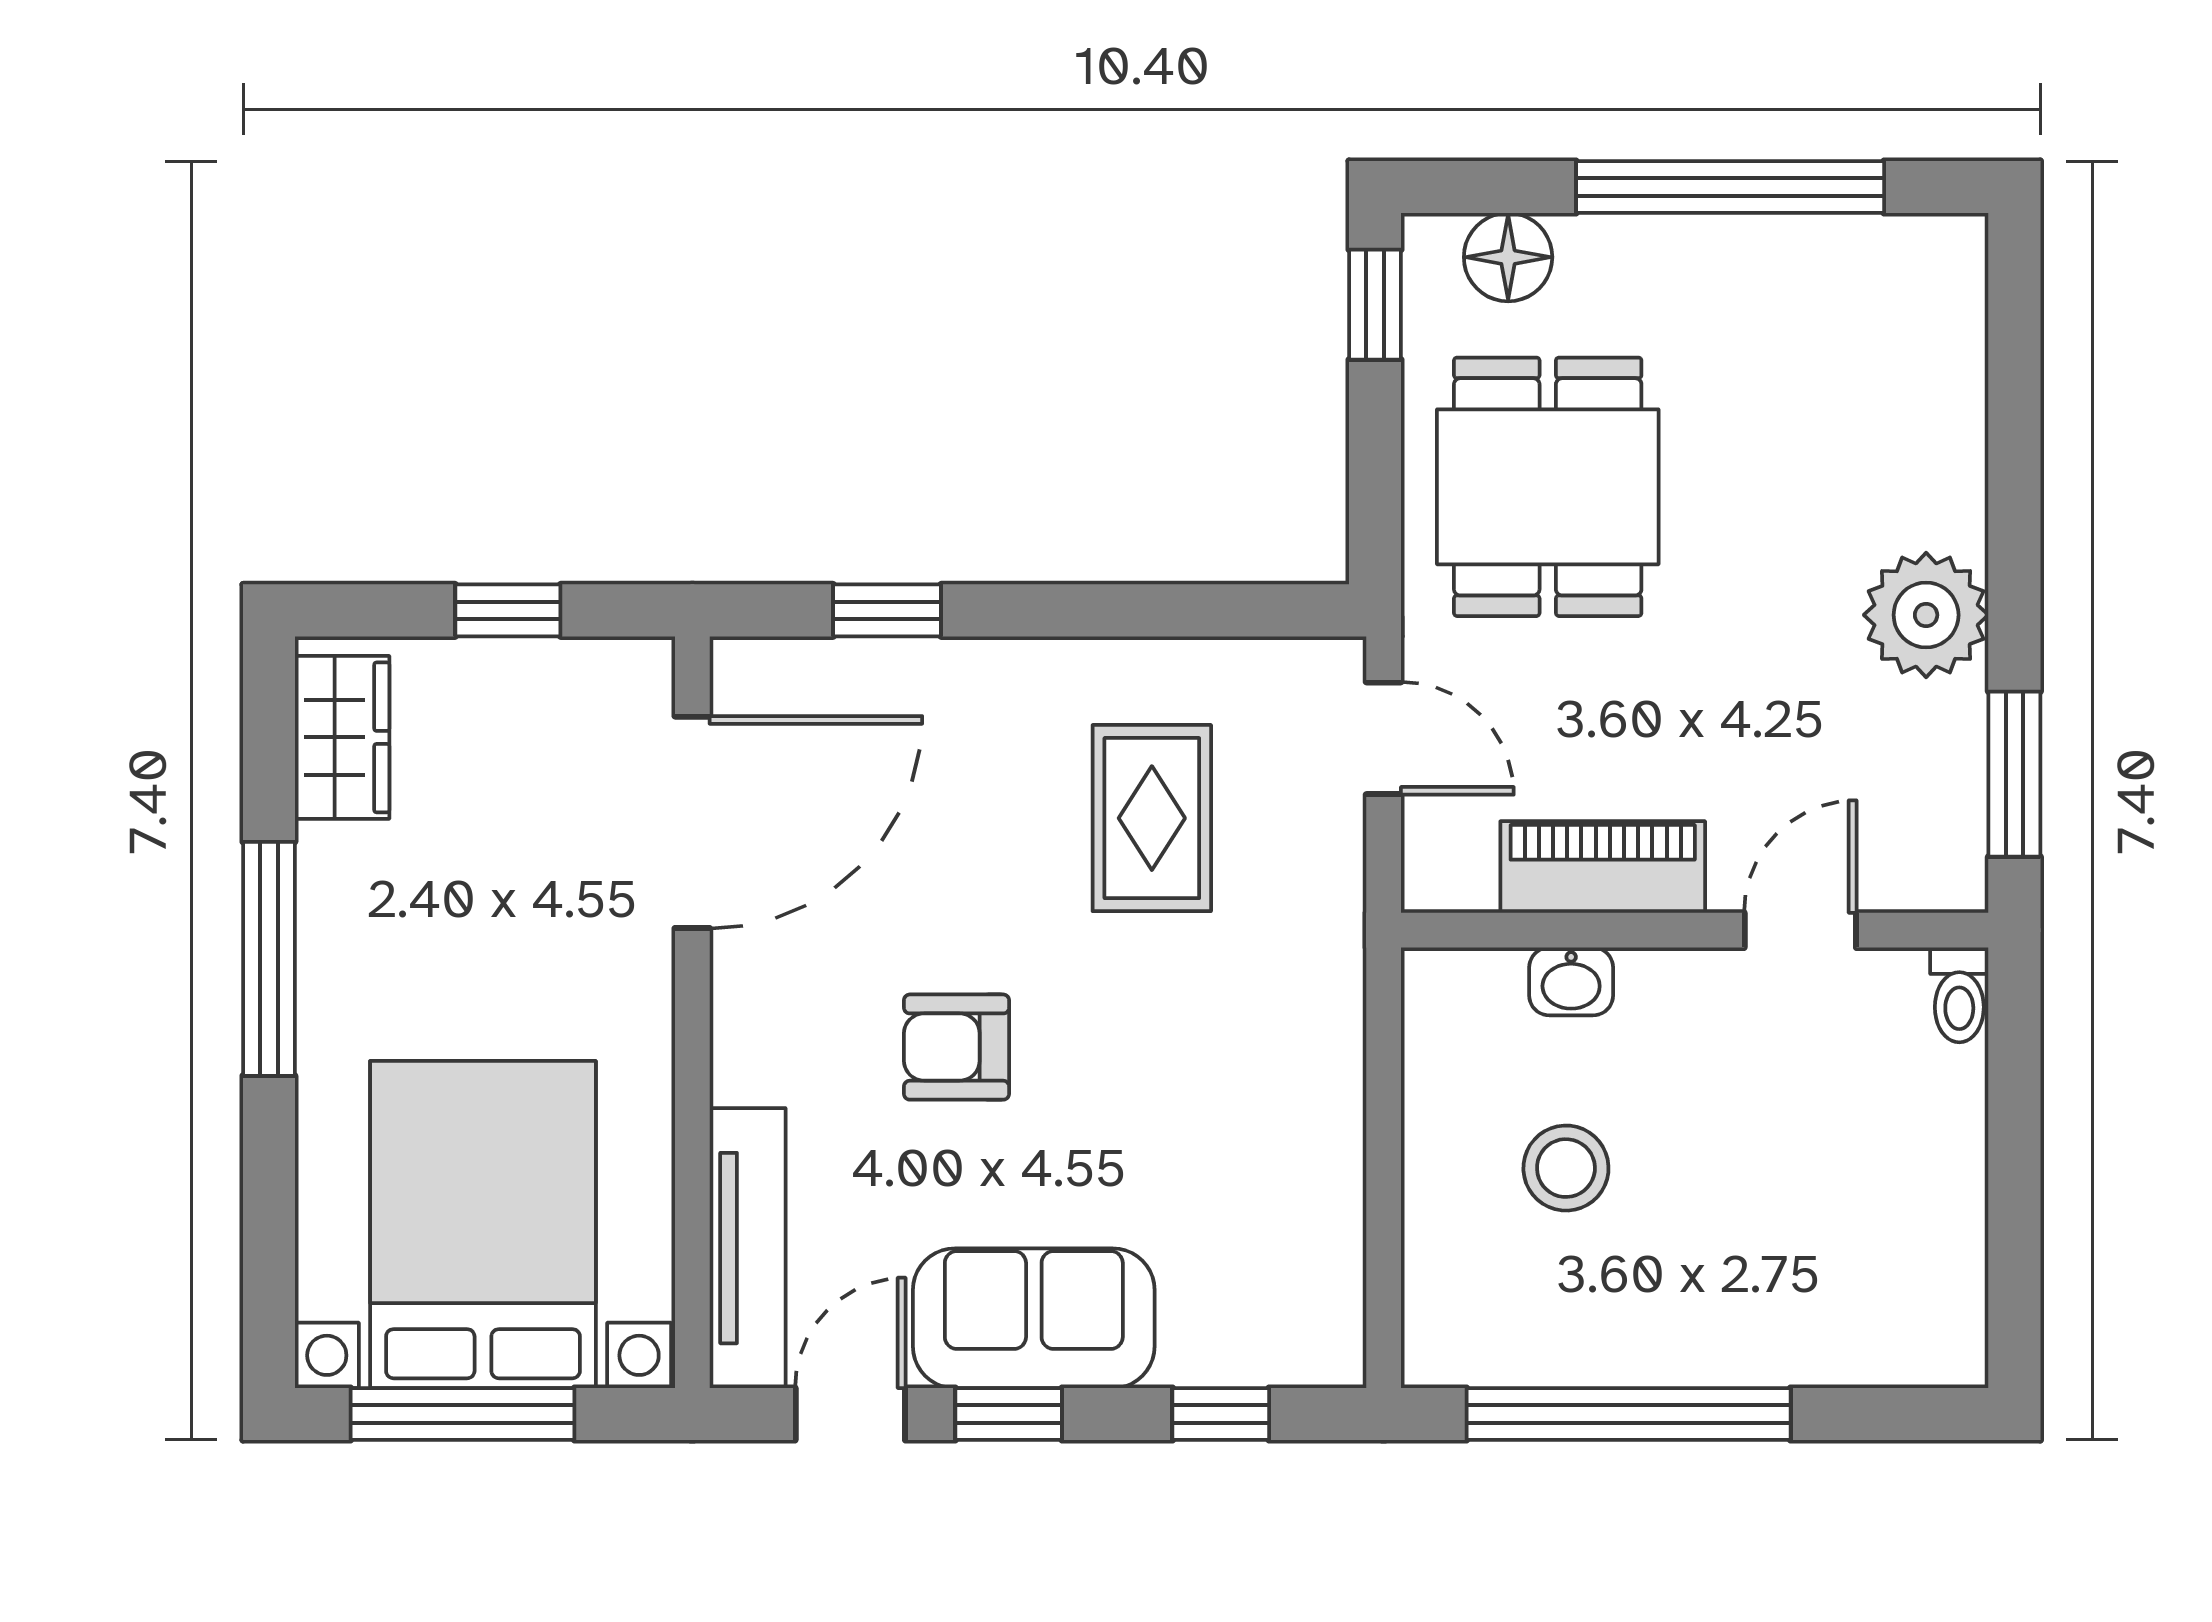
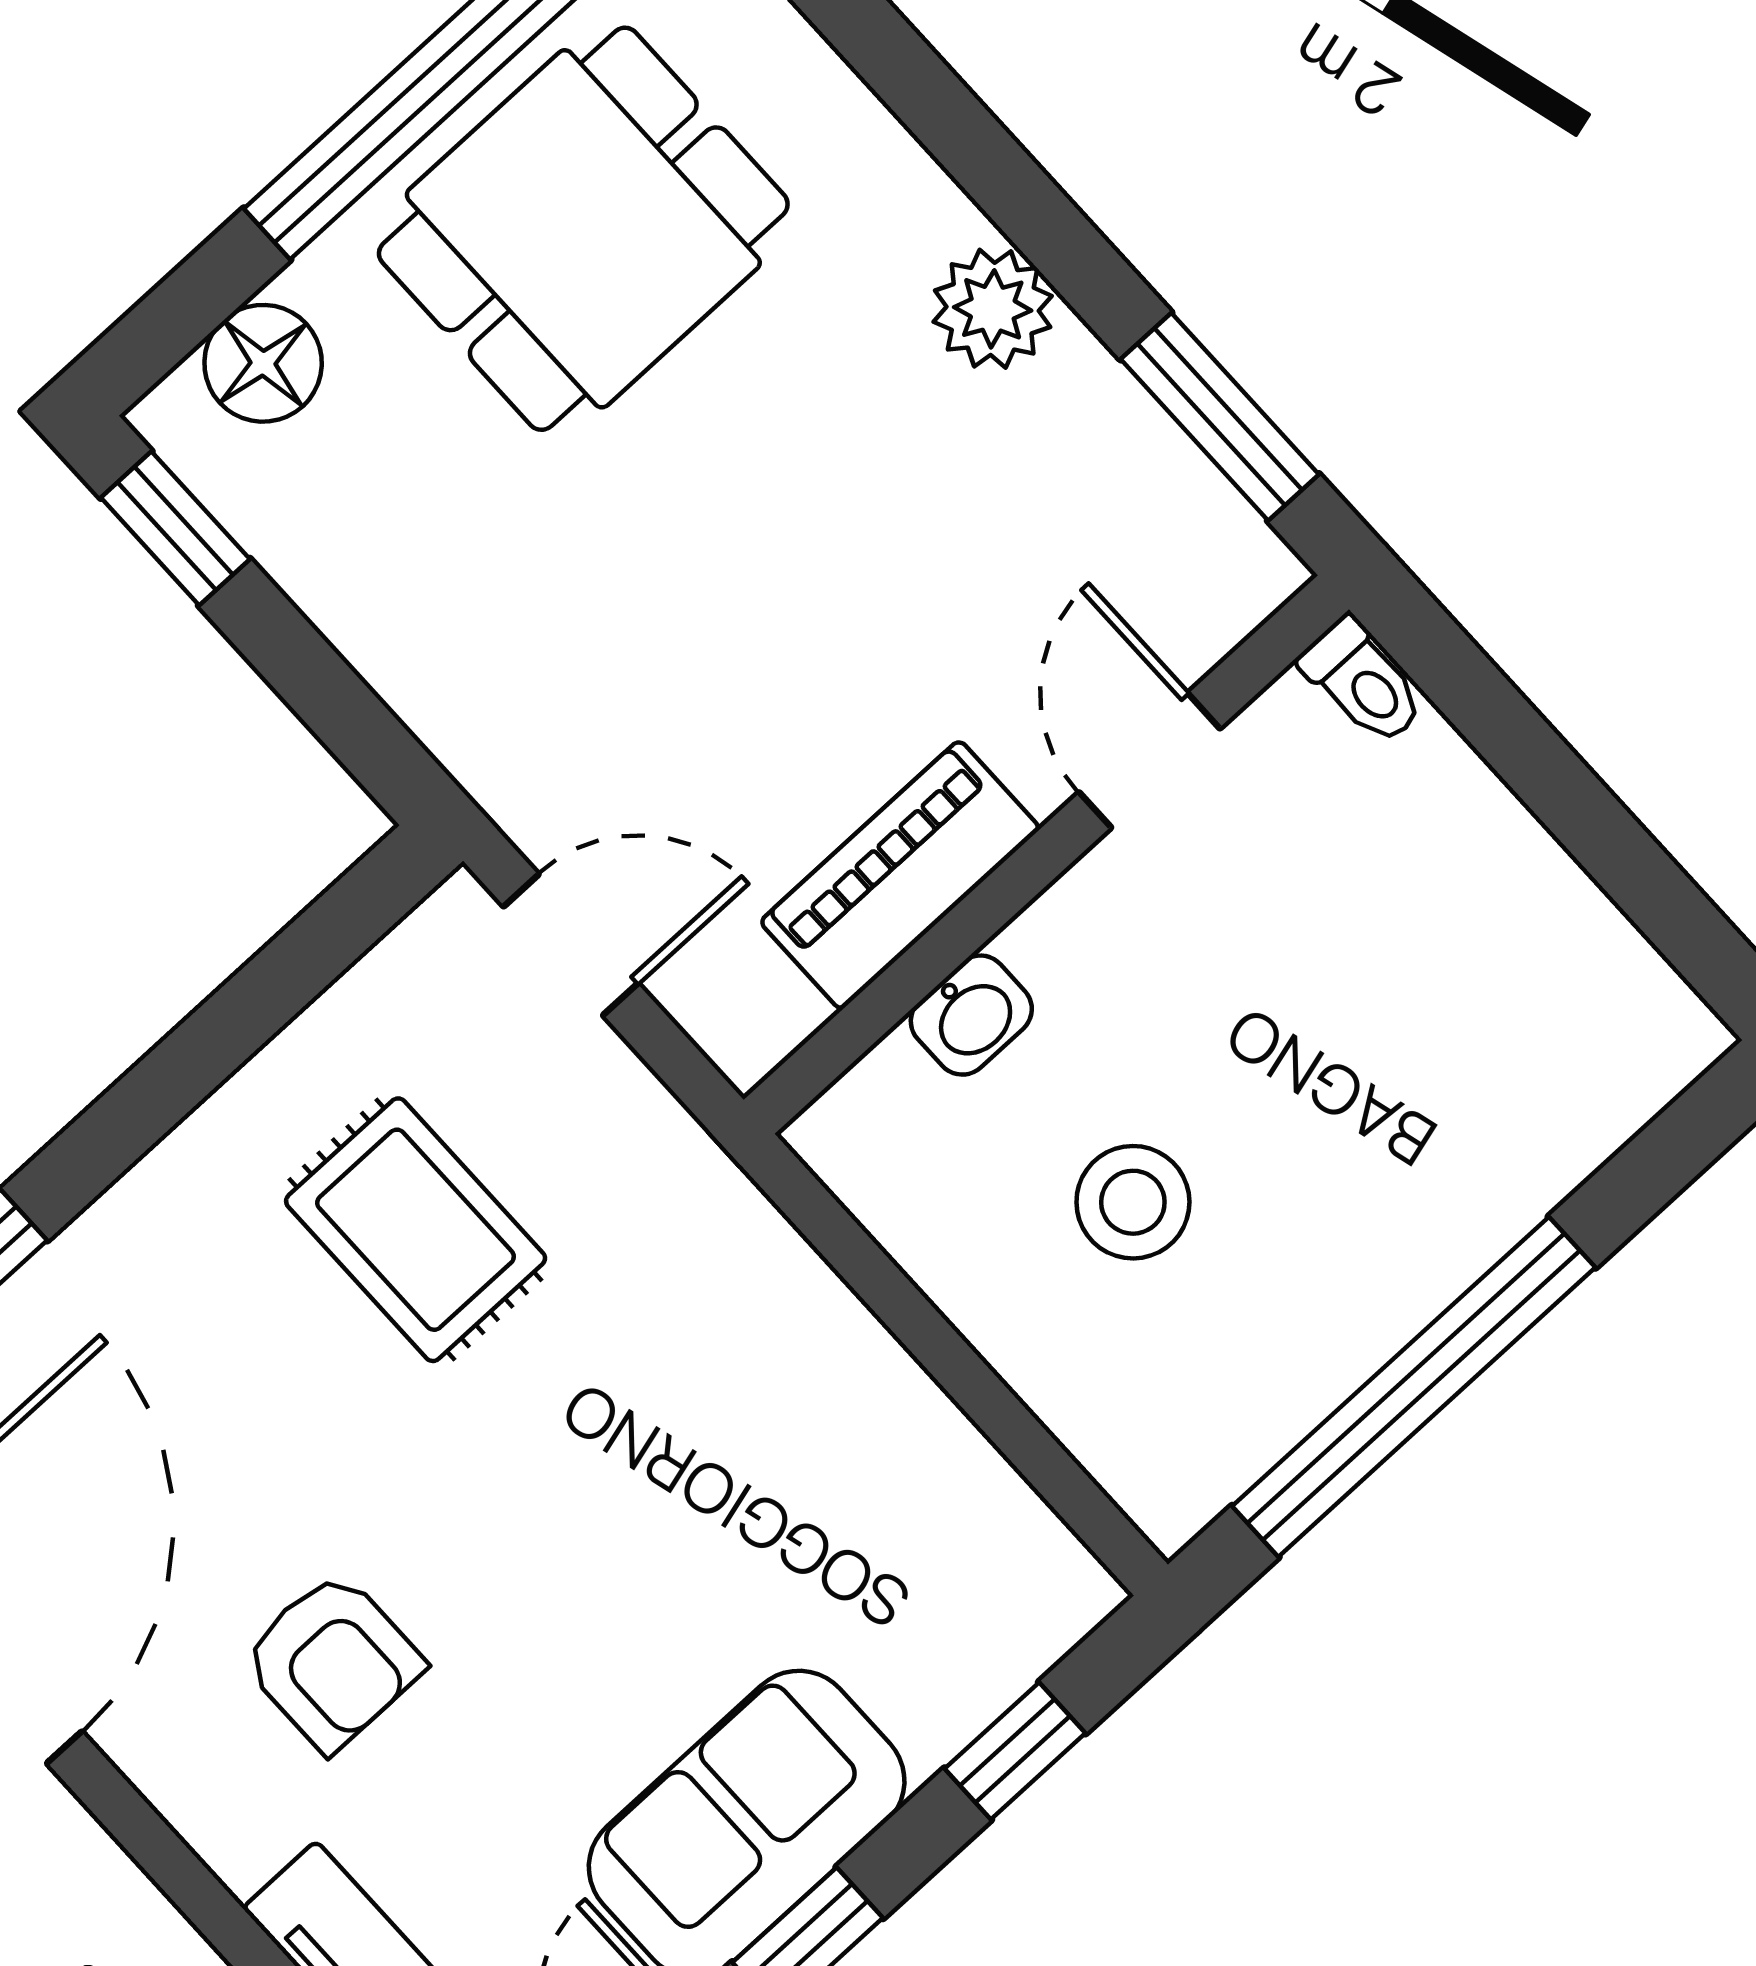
dining table: (1548, 487) -> (583, 229), moved, turned 90
plant: (1926, 615) -> (993, 309), width x0.73, depth x0.73
armchair: (957, 1047) -> (332, 1661), moved, turned -90

